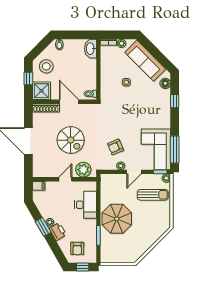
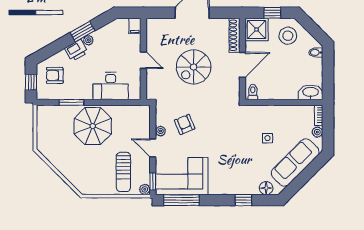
plant: (83, 170) -> (156, 83), removed

